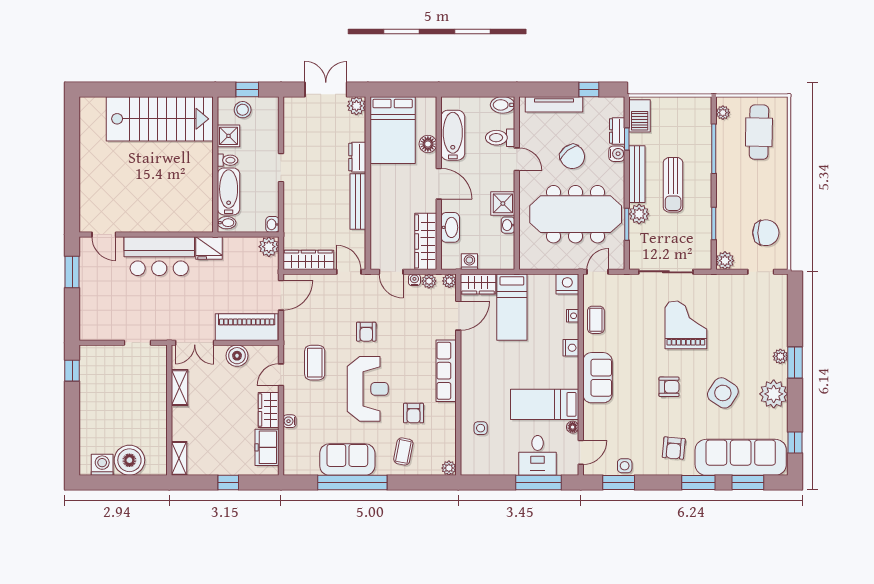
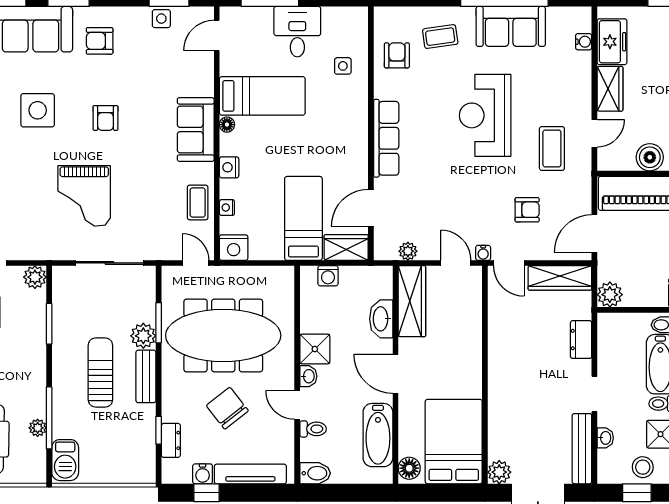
plant: (723, 113) -> (38, 428), moved
barbecue: (640, 116) -> (65, 460), moved, turned 180
toilet: (500, 138) -> (313, 429), width x0.73, depth x0.72
floor lamp: (428, 144) -> (409, 468), moved
water cooler: (617, 154) -> (203, 474), moved, turned -90
dresser: (357, 157) -> (581, 340), moved, turned 180
bench: (637, 174) -> (146, 376), width x0.73
bench: (358, 201) -> (582, 449), moved
washbasin: (272, 224) -> (605, 438), moved
washbasin: (508, 225) -> (308, 376), moved
washing machine: (469, 262) -> (328, 276), moved
door: (598, 272) -> (195, 263), swing flipped
water cooler: (414, 280) -> (483, 253), moved
plant: (449, 281) -> (382, 252), removed
armchair: (366, 332) -> (527, 210), moved, turned 90
armchair: (669, 387) -> (105, 118), turned -90
side table: (723, 393) -> (38, 110), turned -33
armchair: (414, 413) -> (397, 55), moved
water cooler: (290, 421) -> (584, 42), moved
floor lamp: (573, 427) -> (227, 125), moved
armchair: (674, 448) -> (100, 41), turned -95
coffee table: (403, 451) -> (440, 37), turned 71
desk: (538, 455) -> (297, 32), moved
plant: (449, 468) -> (383, 16), removed

